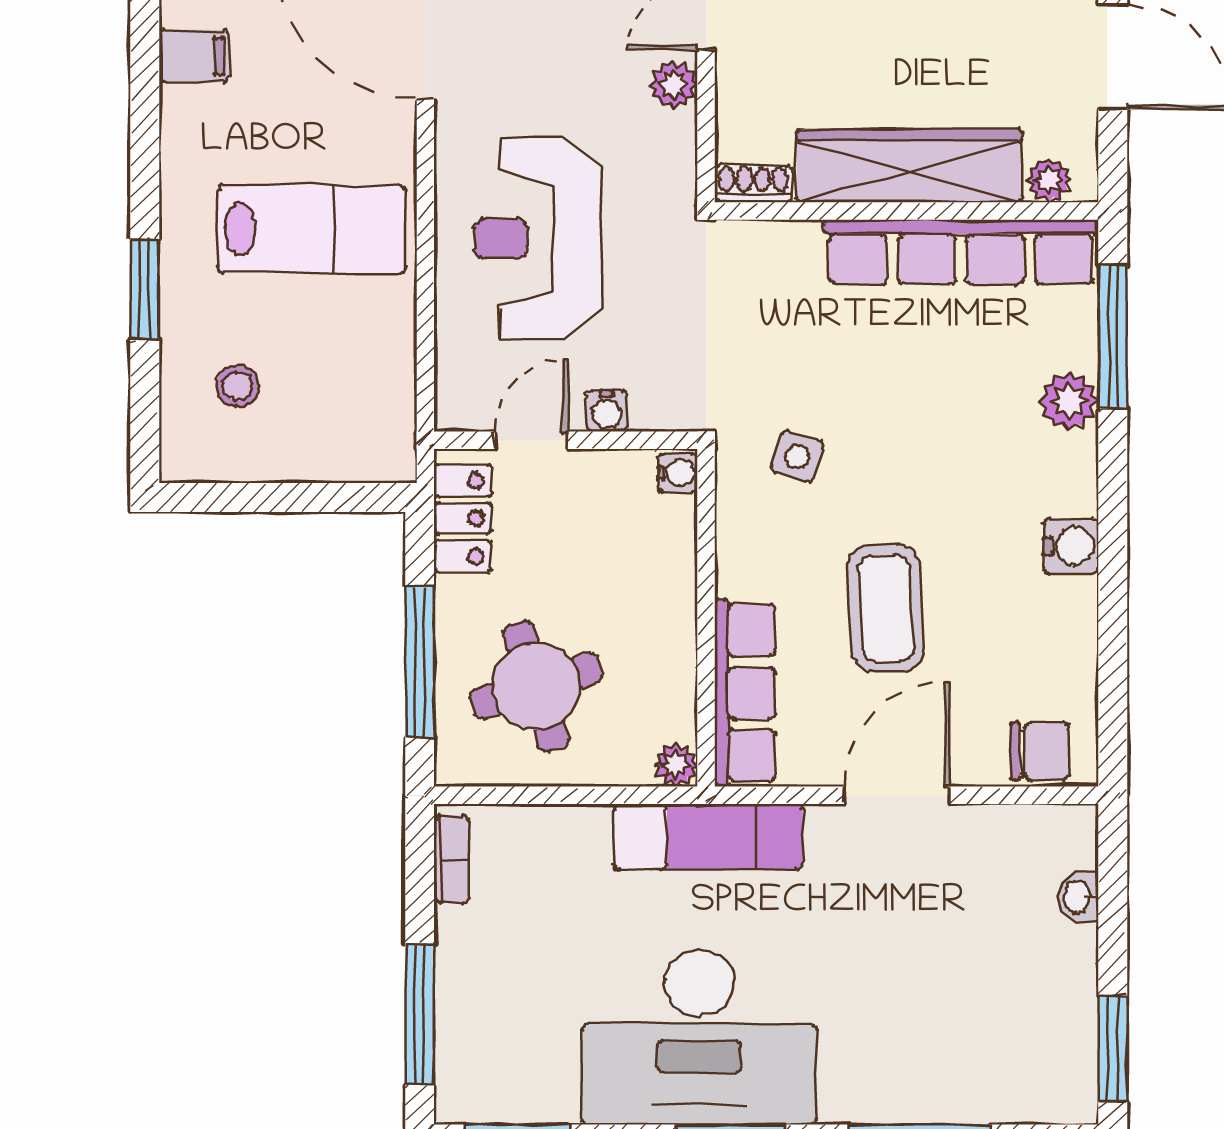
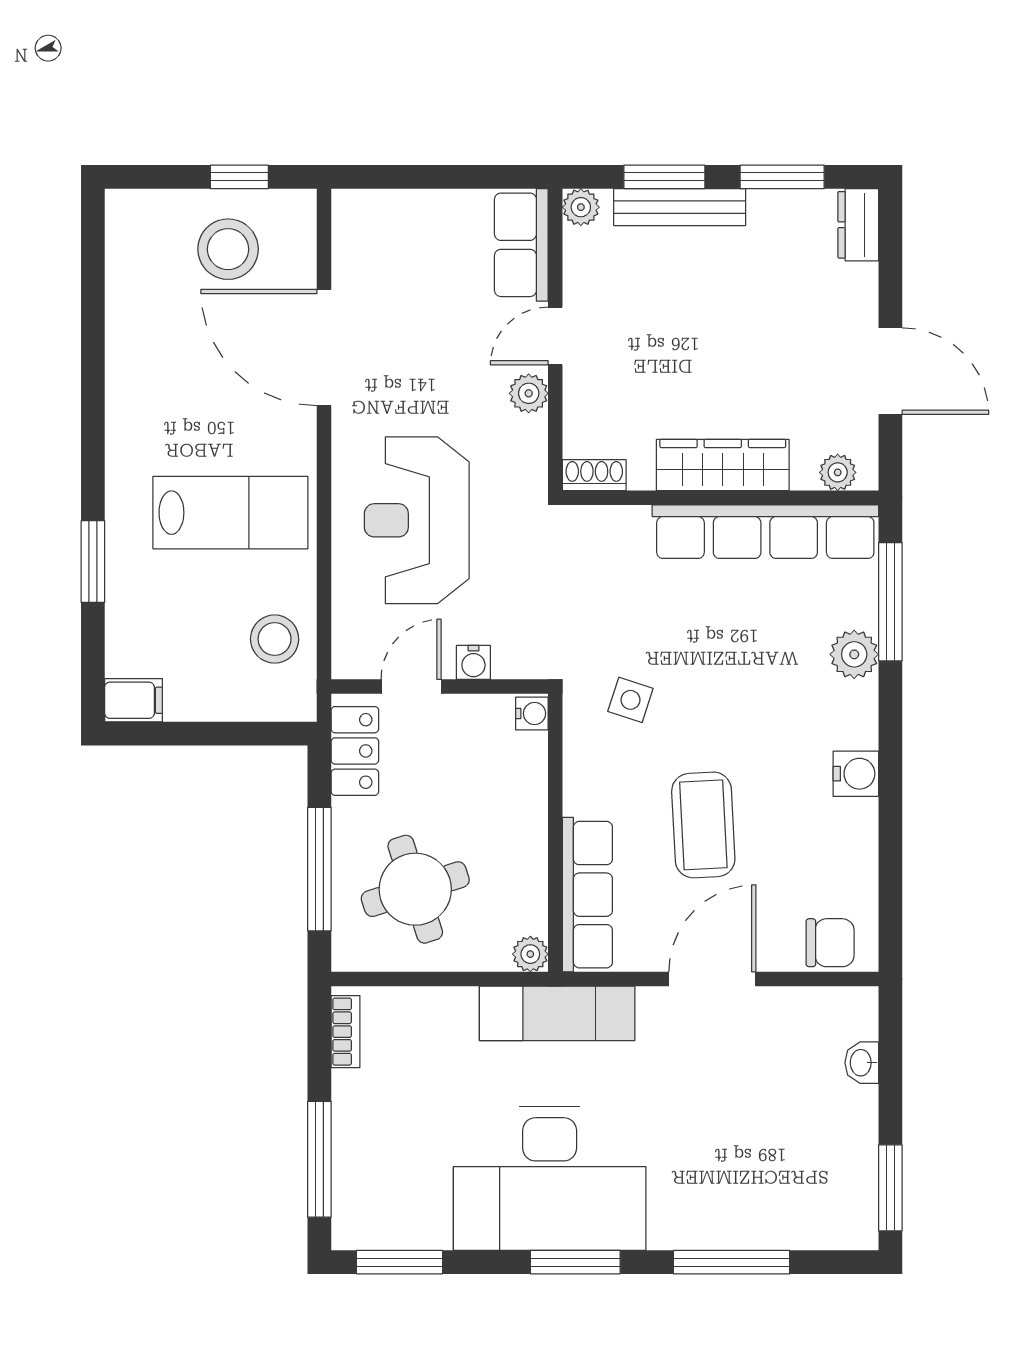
filing cabinet: (194, 56) -> (134, 700), moved
wardrobe: (909, 166) -> (723, 465), width x0.71, depth x0.85
stool: (238, 386) -> (275, 639), moved, width x1.37, depth x1.37

